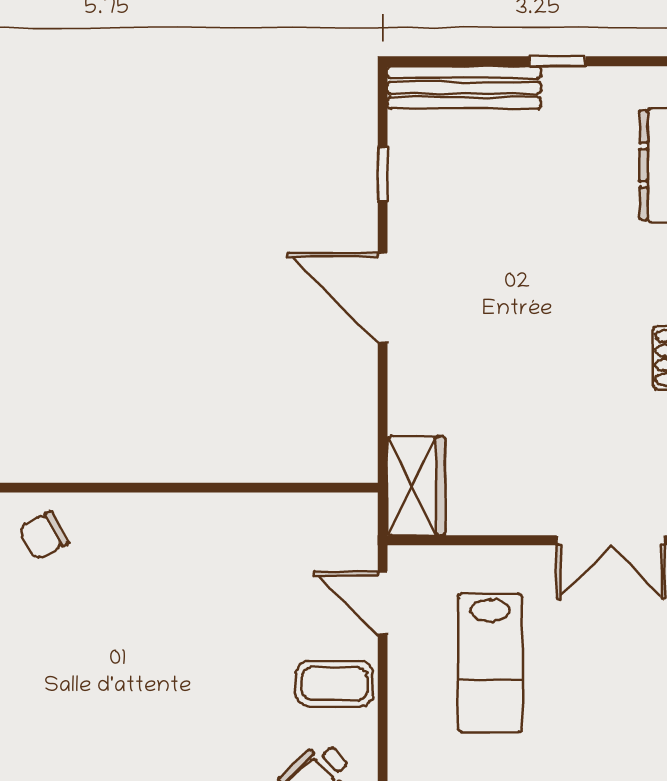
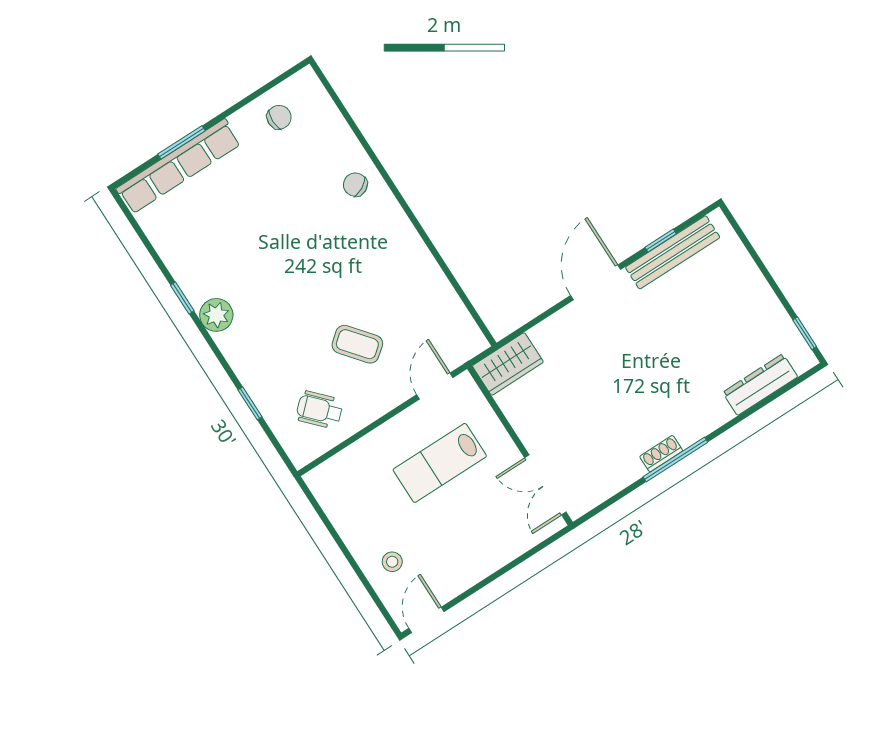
window: (557, 61) -> (805, 333), moved
bench: (464, 87) -> (673, 252), moved, turned 90
coffee table: (335, 684) -> (357, 344), moved, turned -39

